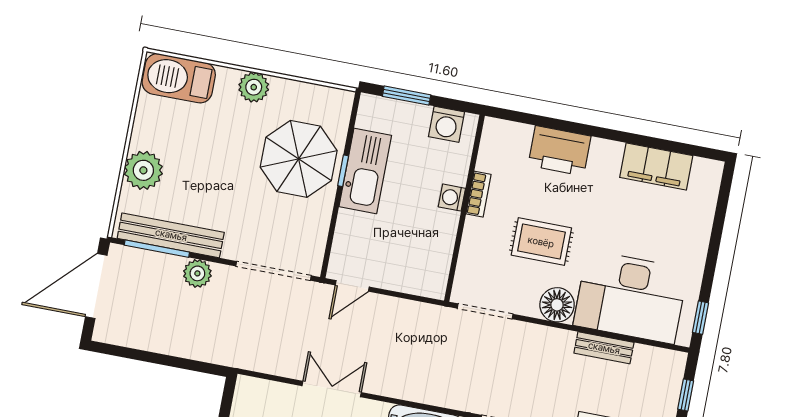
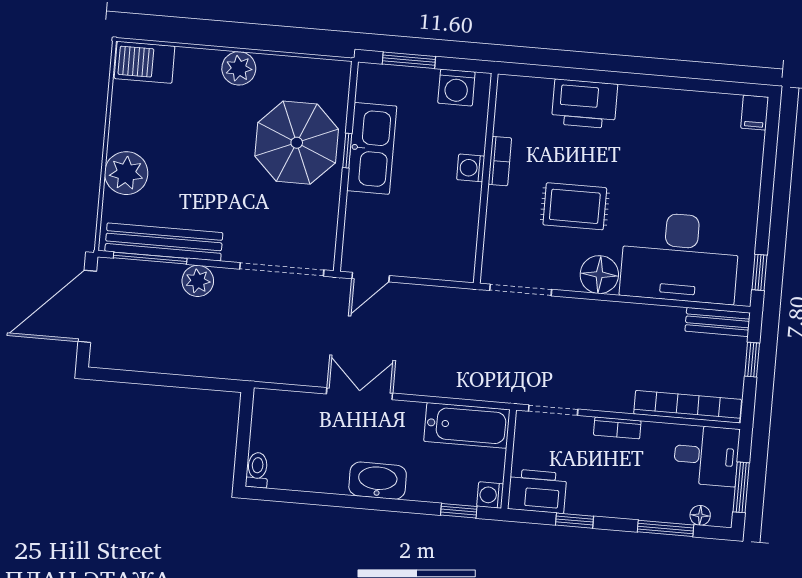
barbecue: (179, 78) -> (145, 62), width x0.73, depth x0.83
filing cabinet: (656, 166) -> (755, 113), moved, width x0.33, depth x0.86
bench: (604, 348) -> (718, 322), moved

